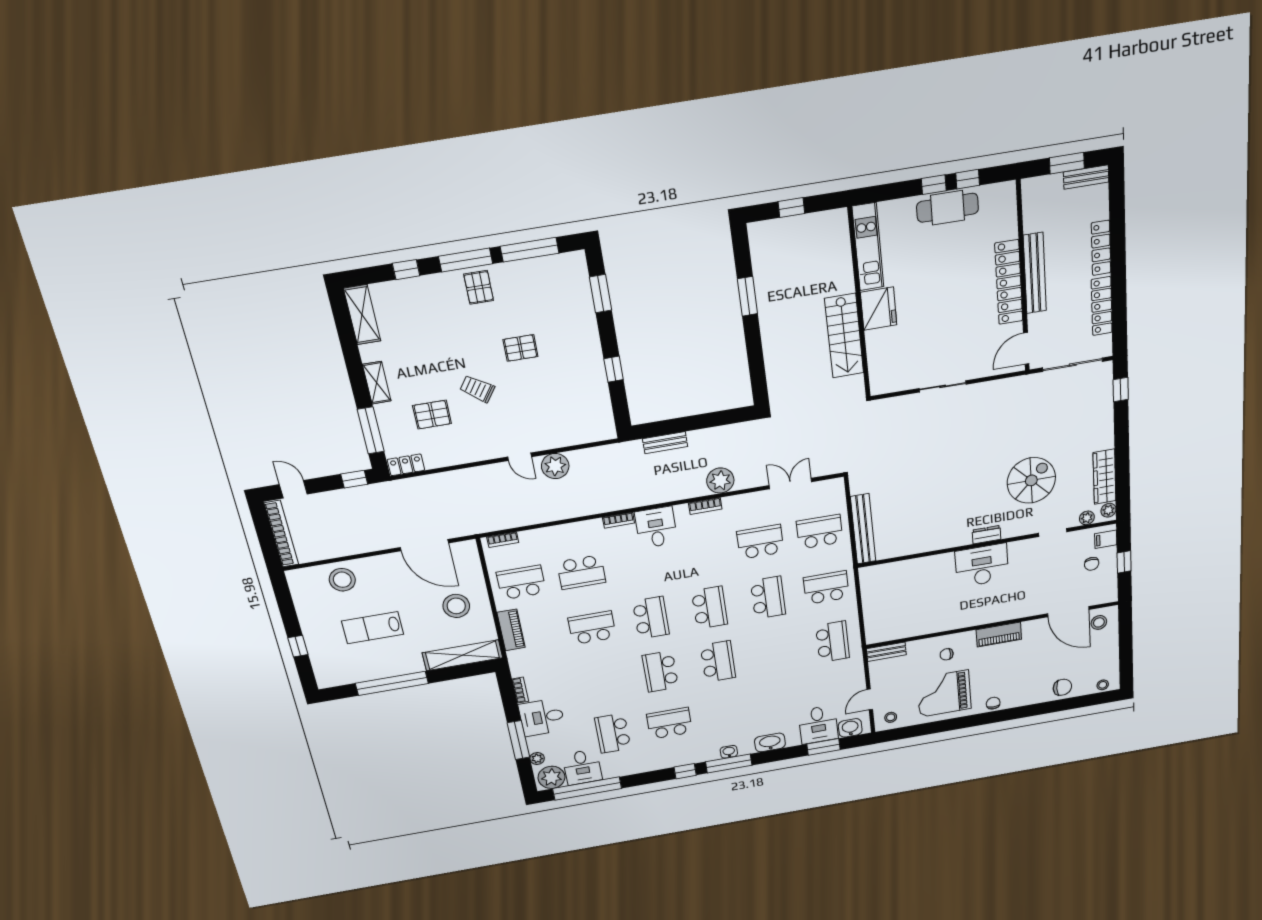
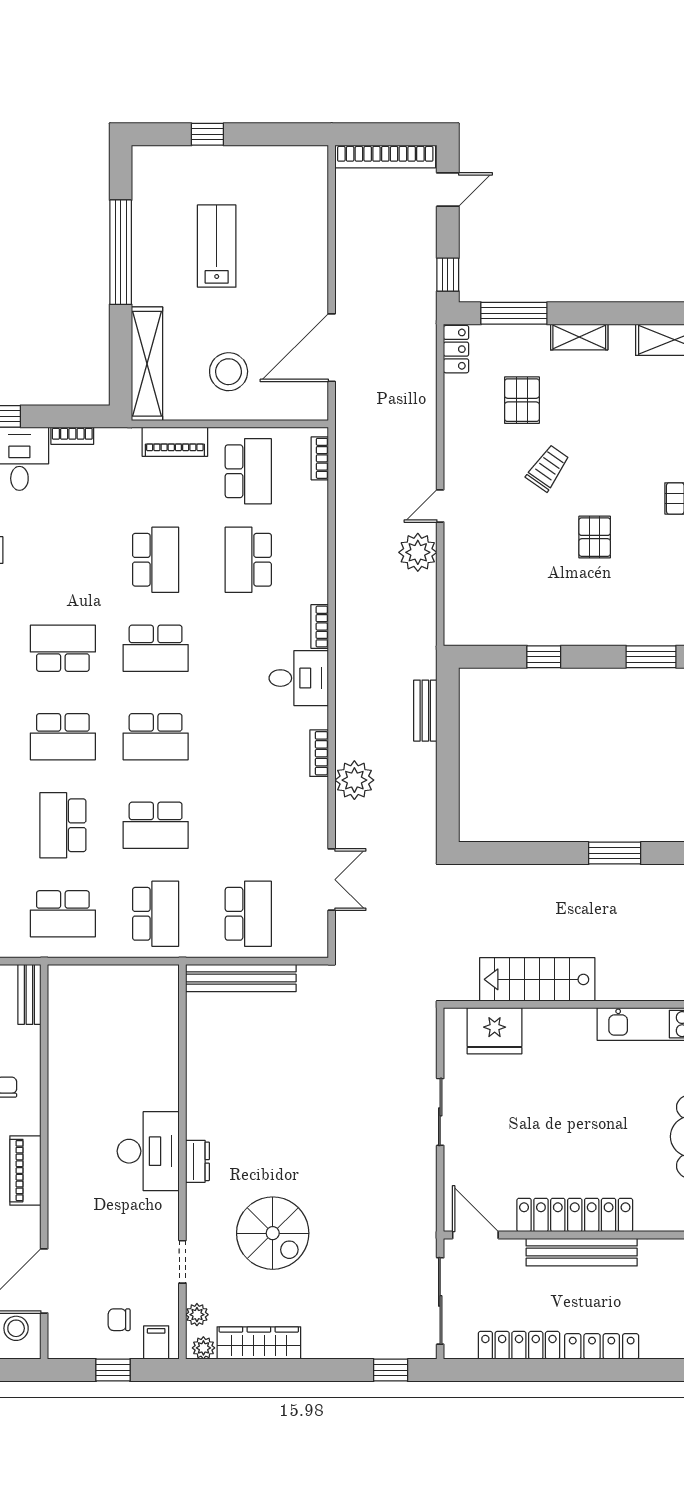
fridge: (879, 309) -> (495, 1031), moved
school desk: (760, 542) -> (63, 825), moved, turned 180
stool: (342, 580) -> (300, 222), removed

